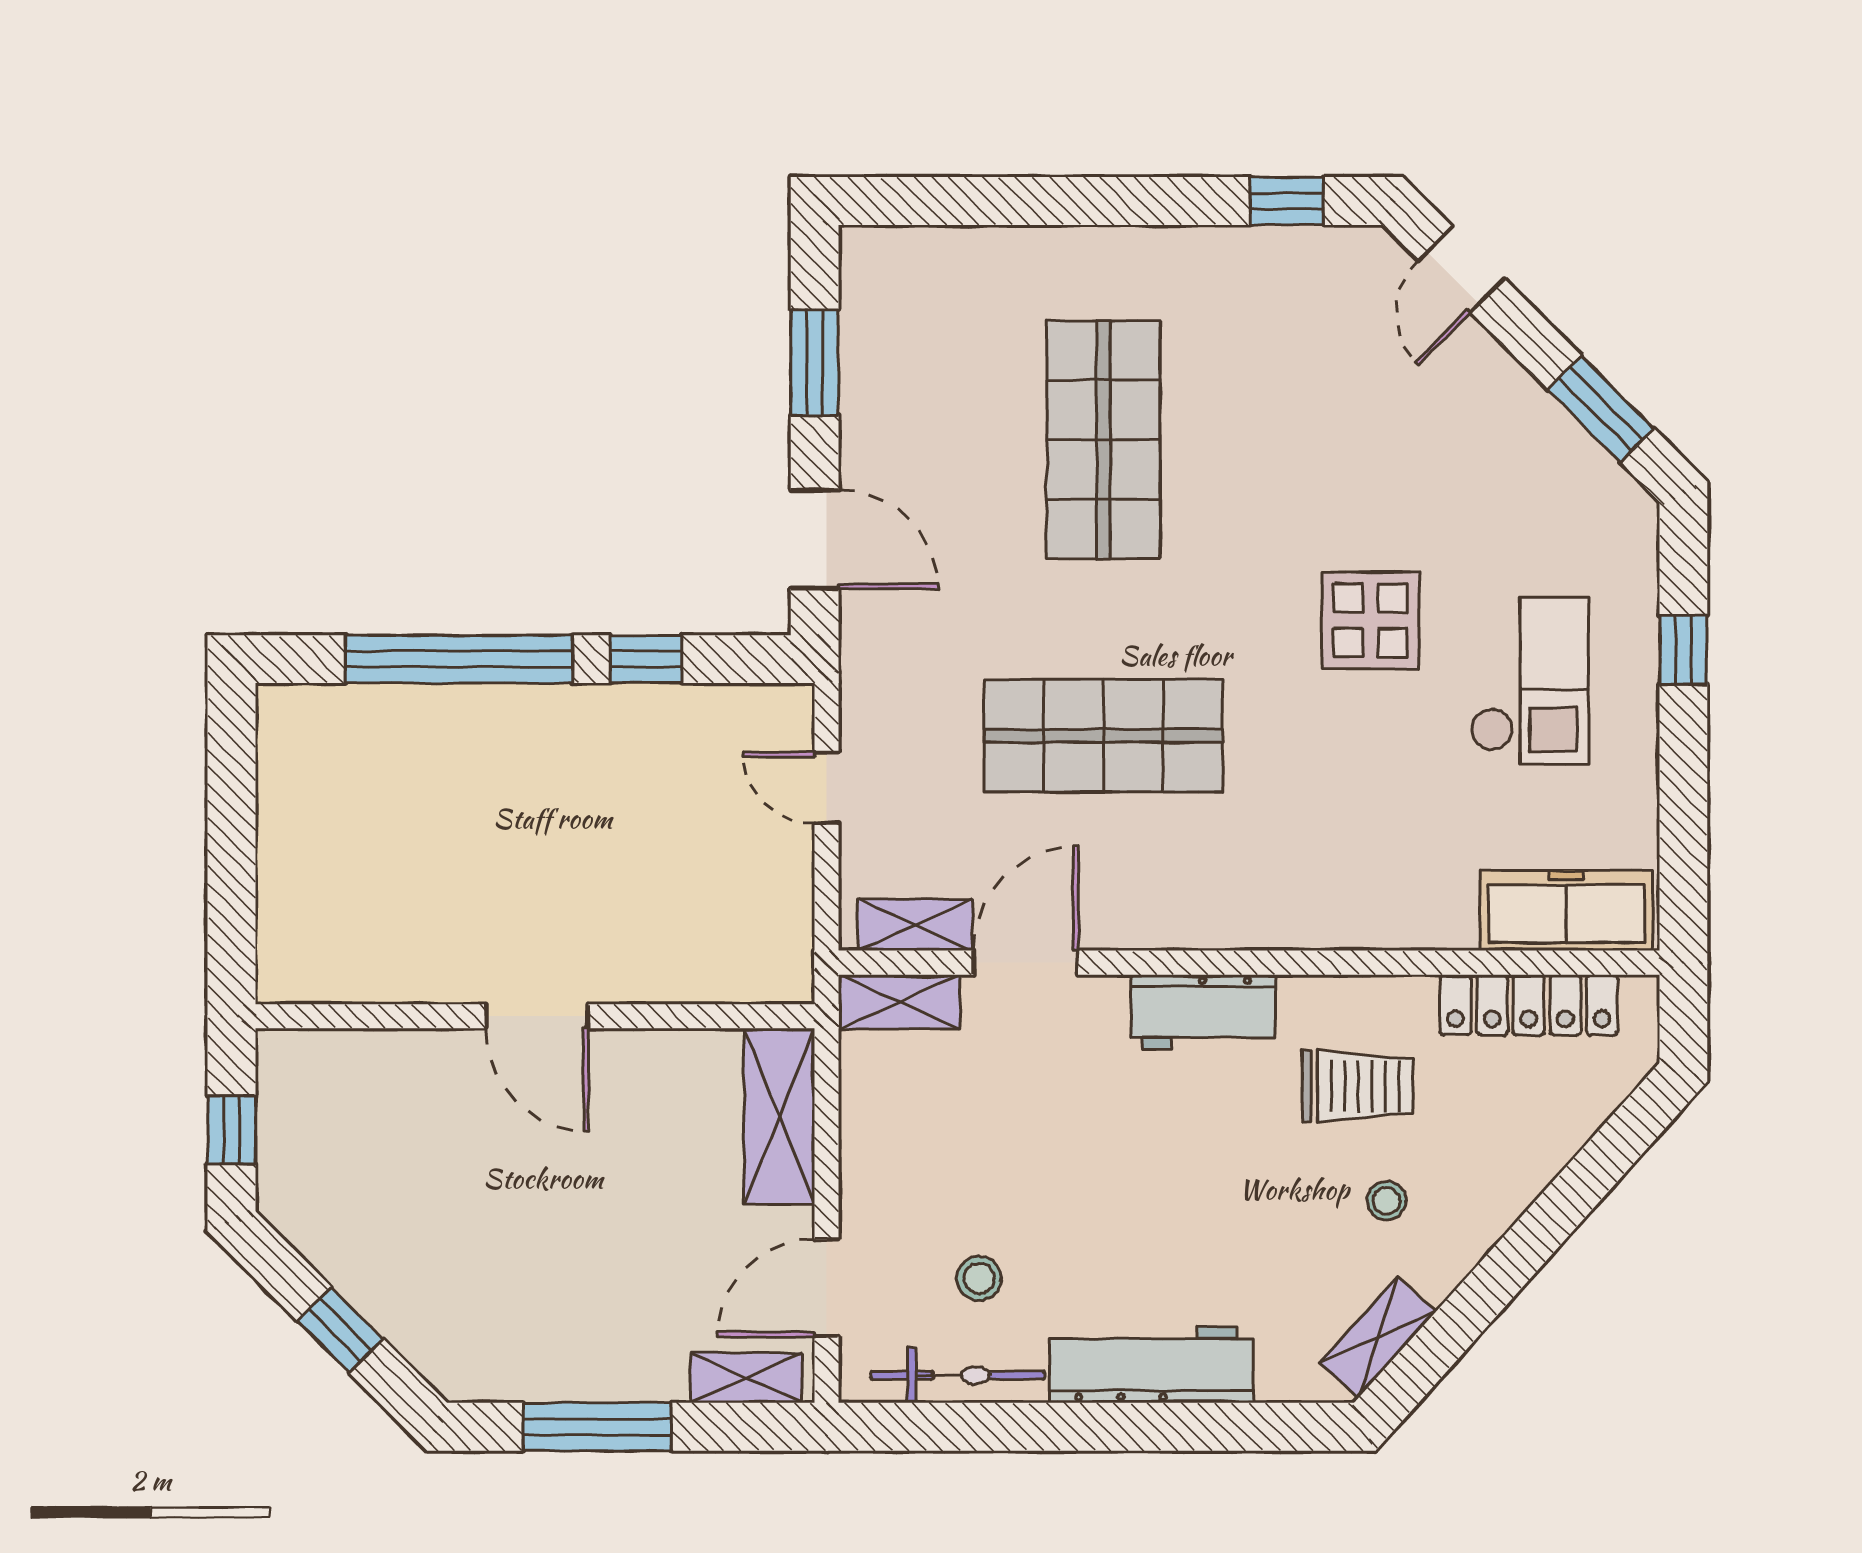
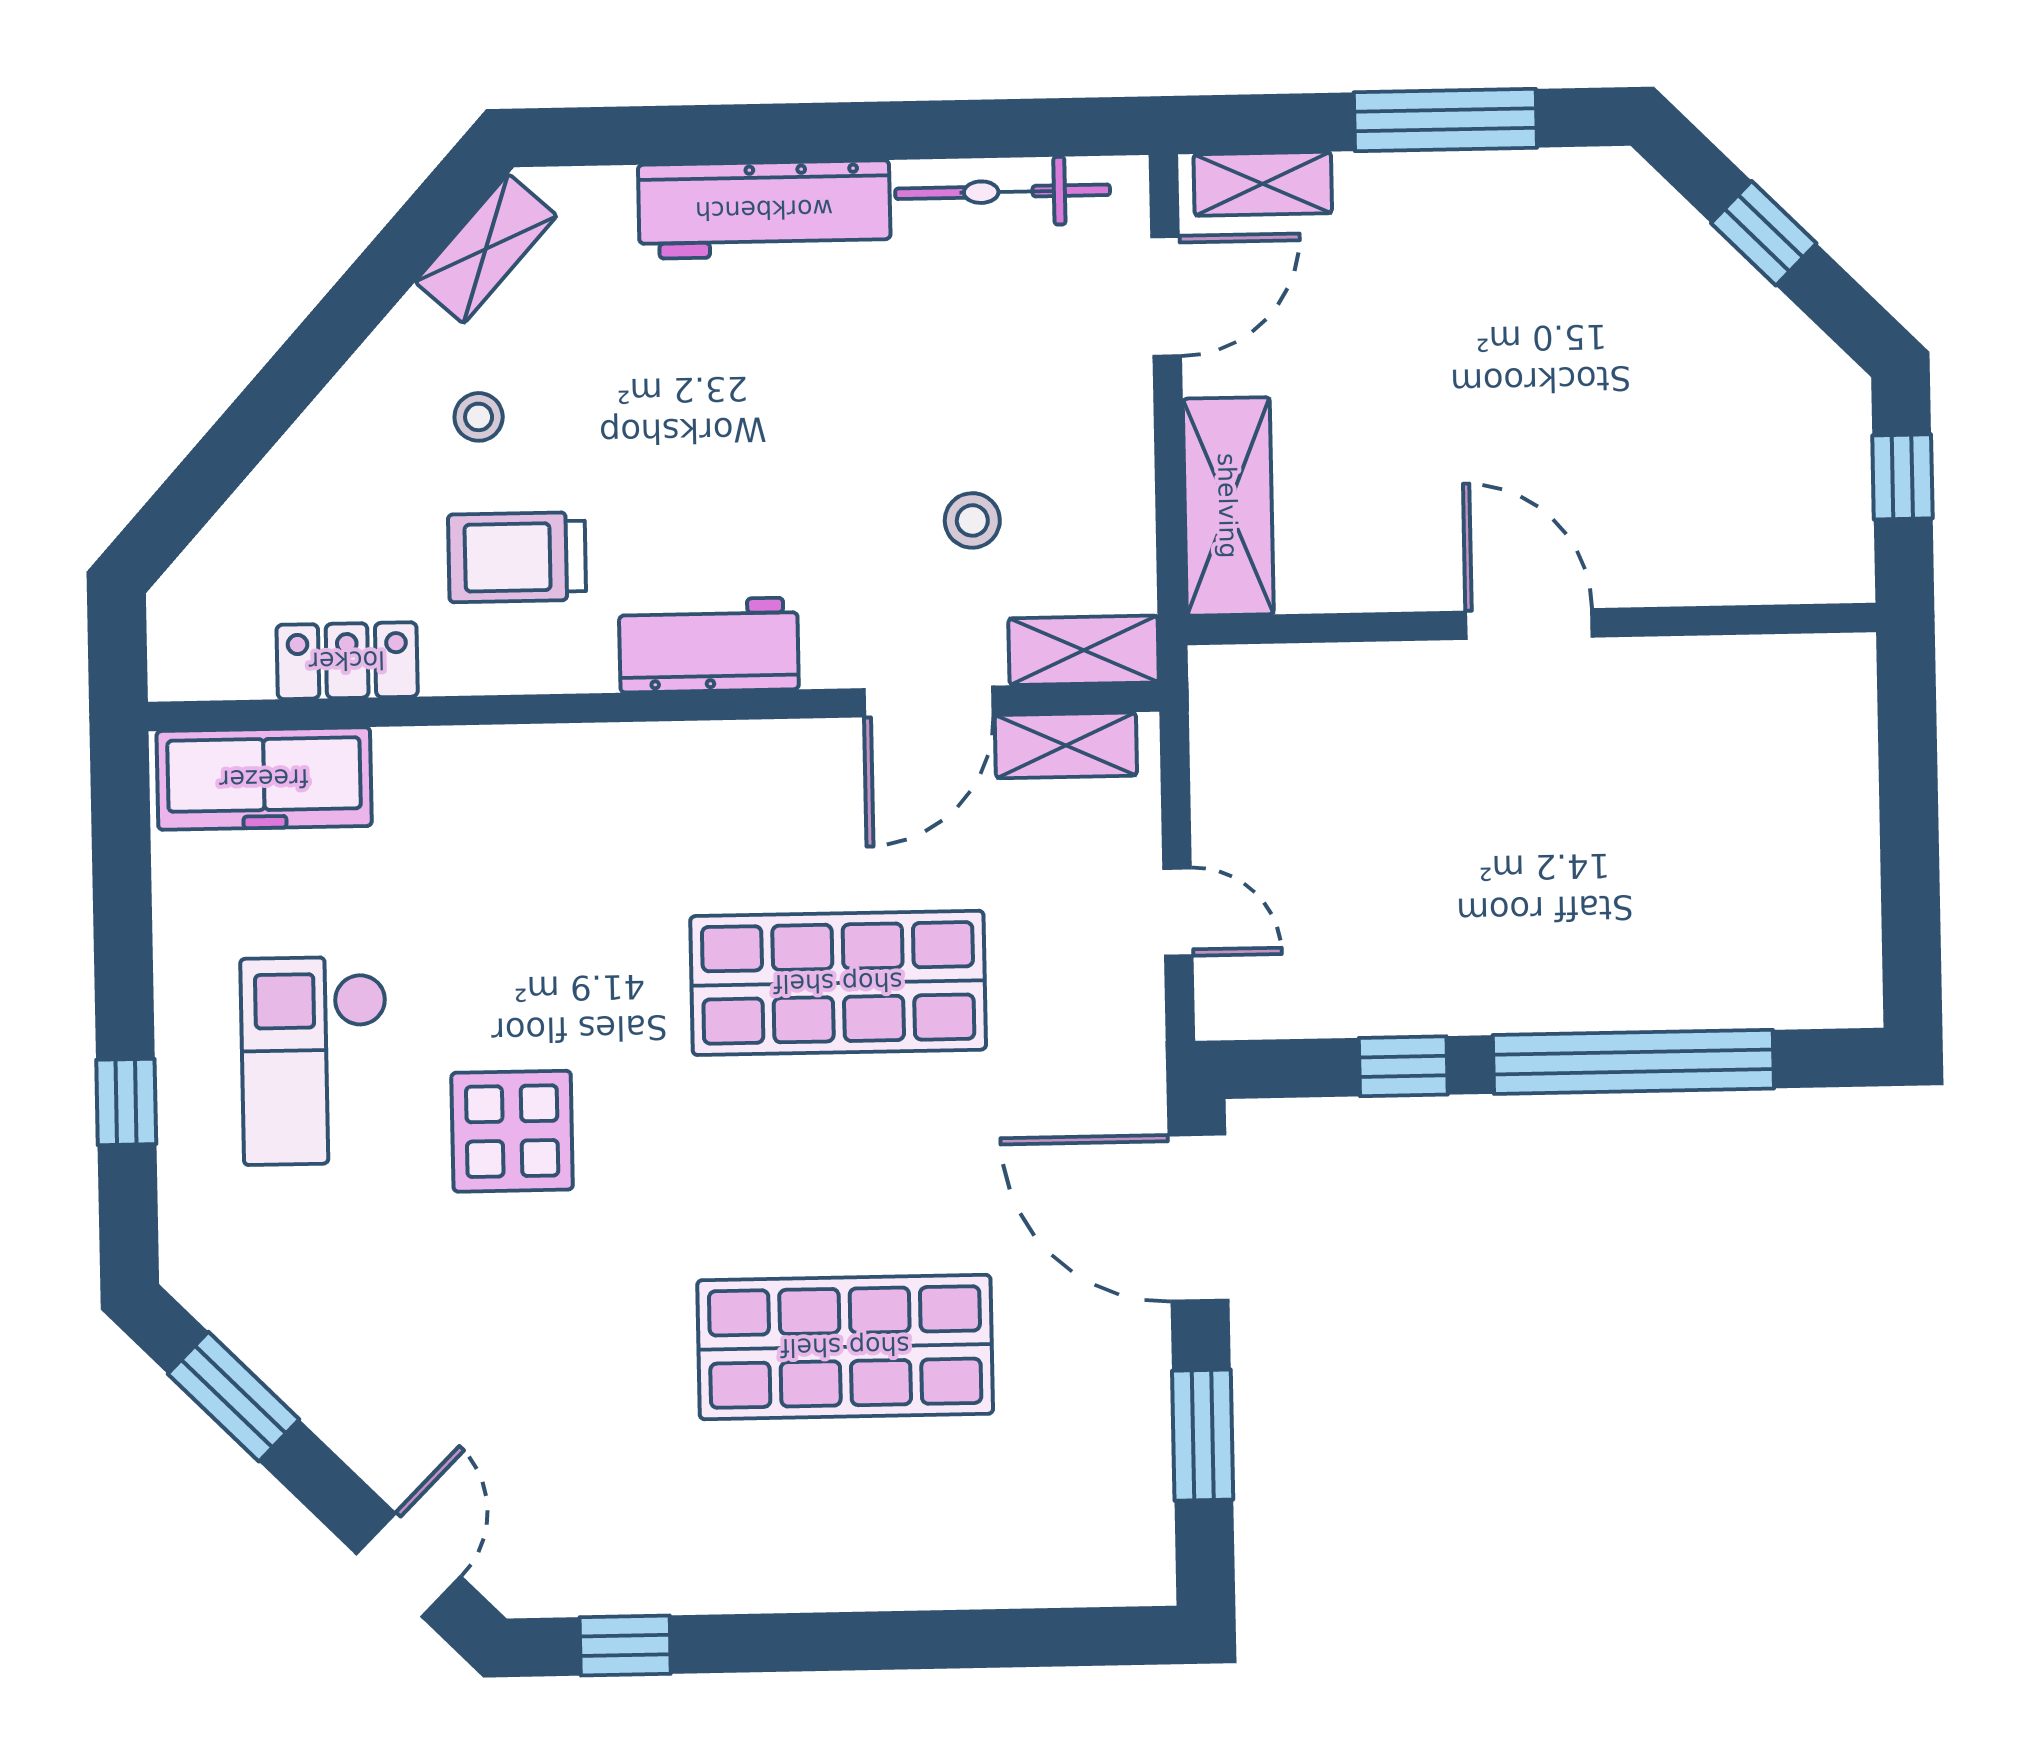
shop shelf: (1104, 440) -> (845, 1347), turned 90
door: (815, 539) -> (1198, 1218), width x1.36
locker: (1529, 1005) -> (347, 661), width x0.66
stool: (979, 1278) -> (972, 520), moved

